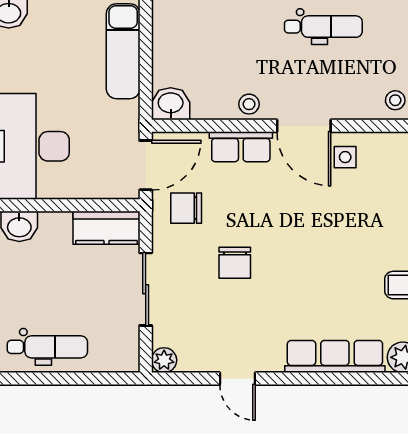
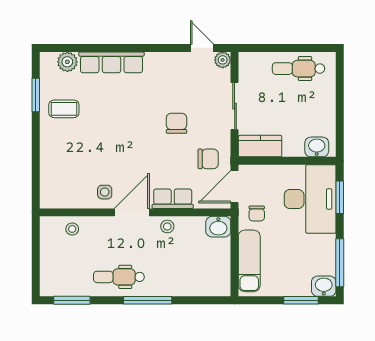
chair: (112, 124) -> (257, 213), added
door: (304, 126) -> (132, 212), hinge flipped
door: (237, 379) -> (202, 48), moved

